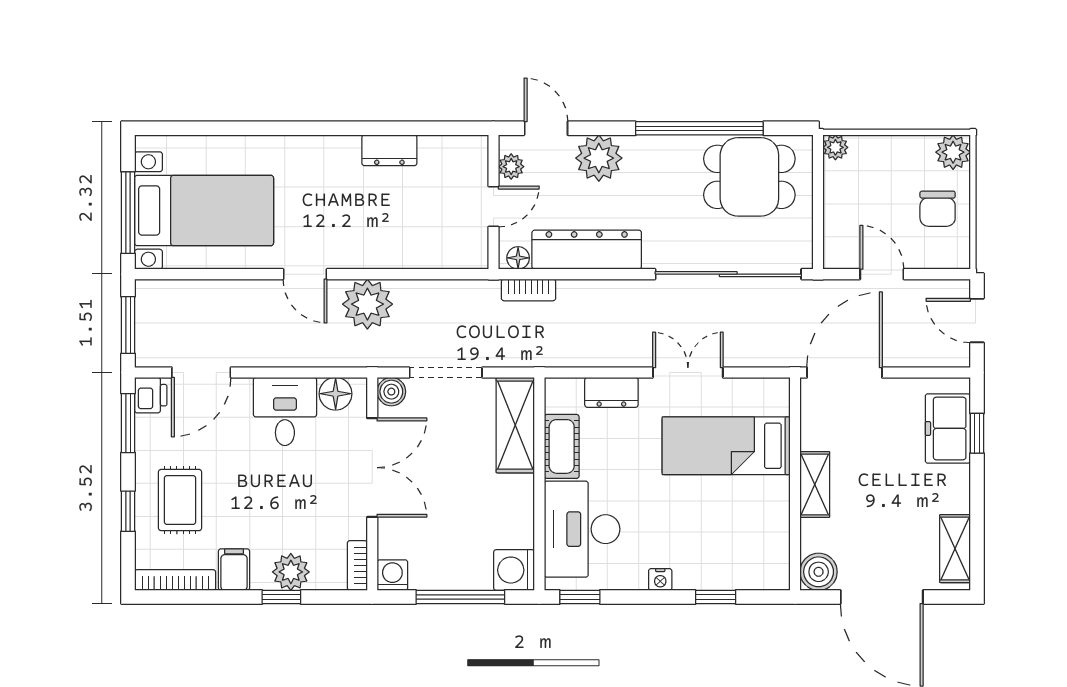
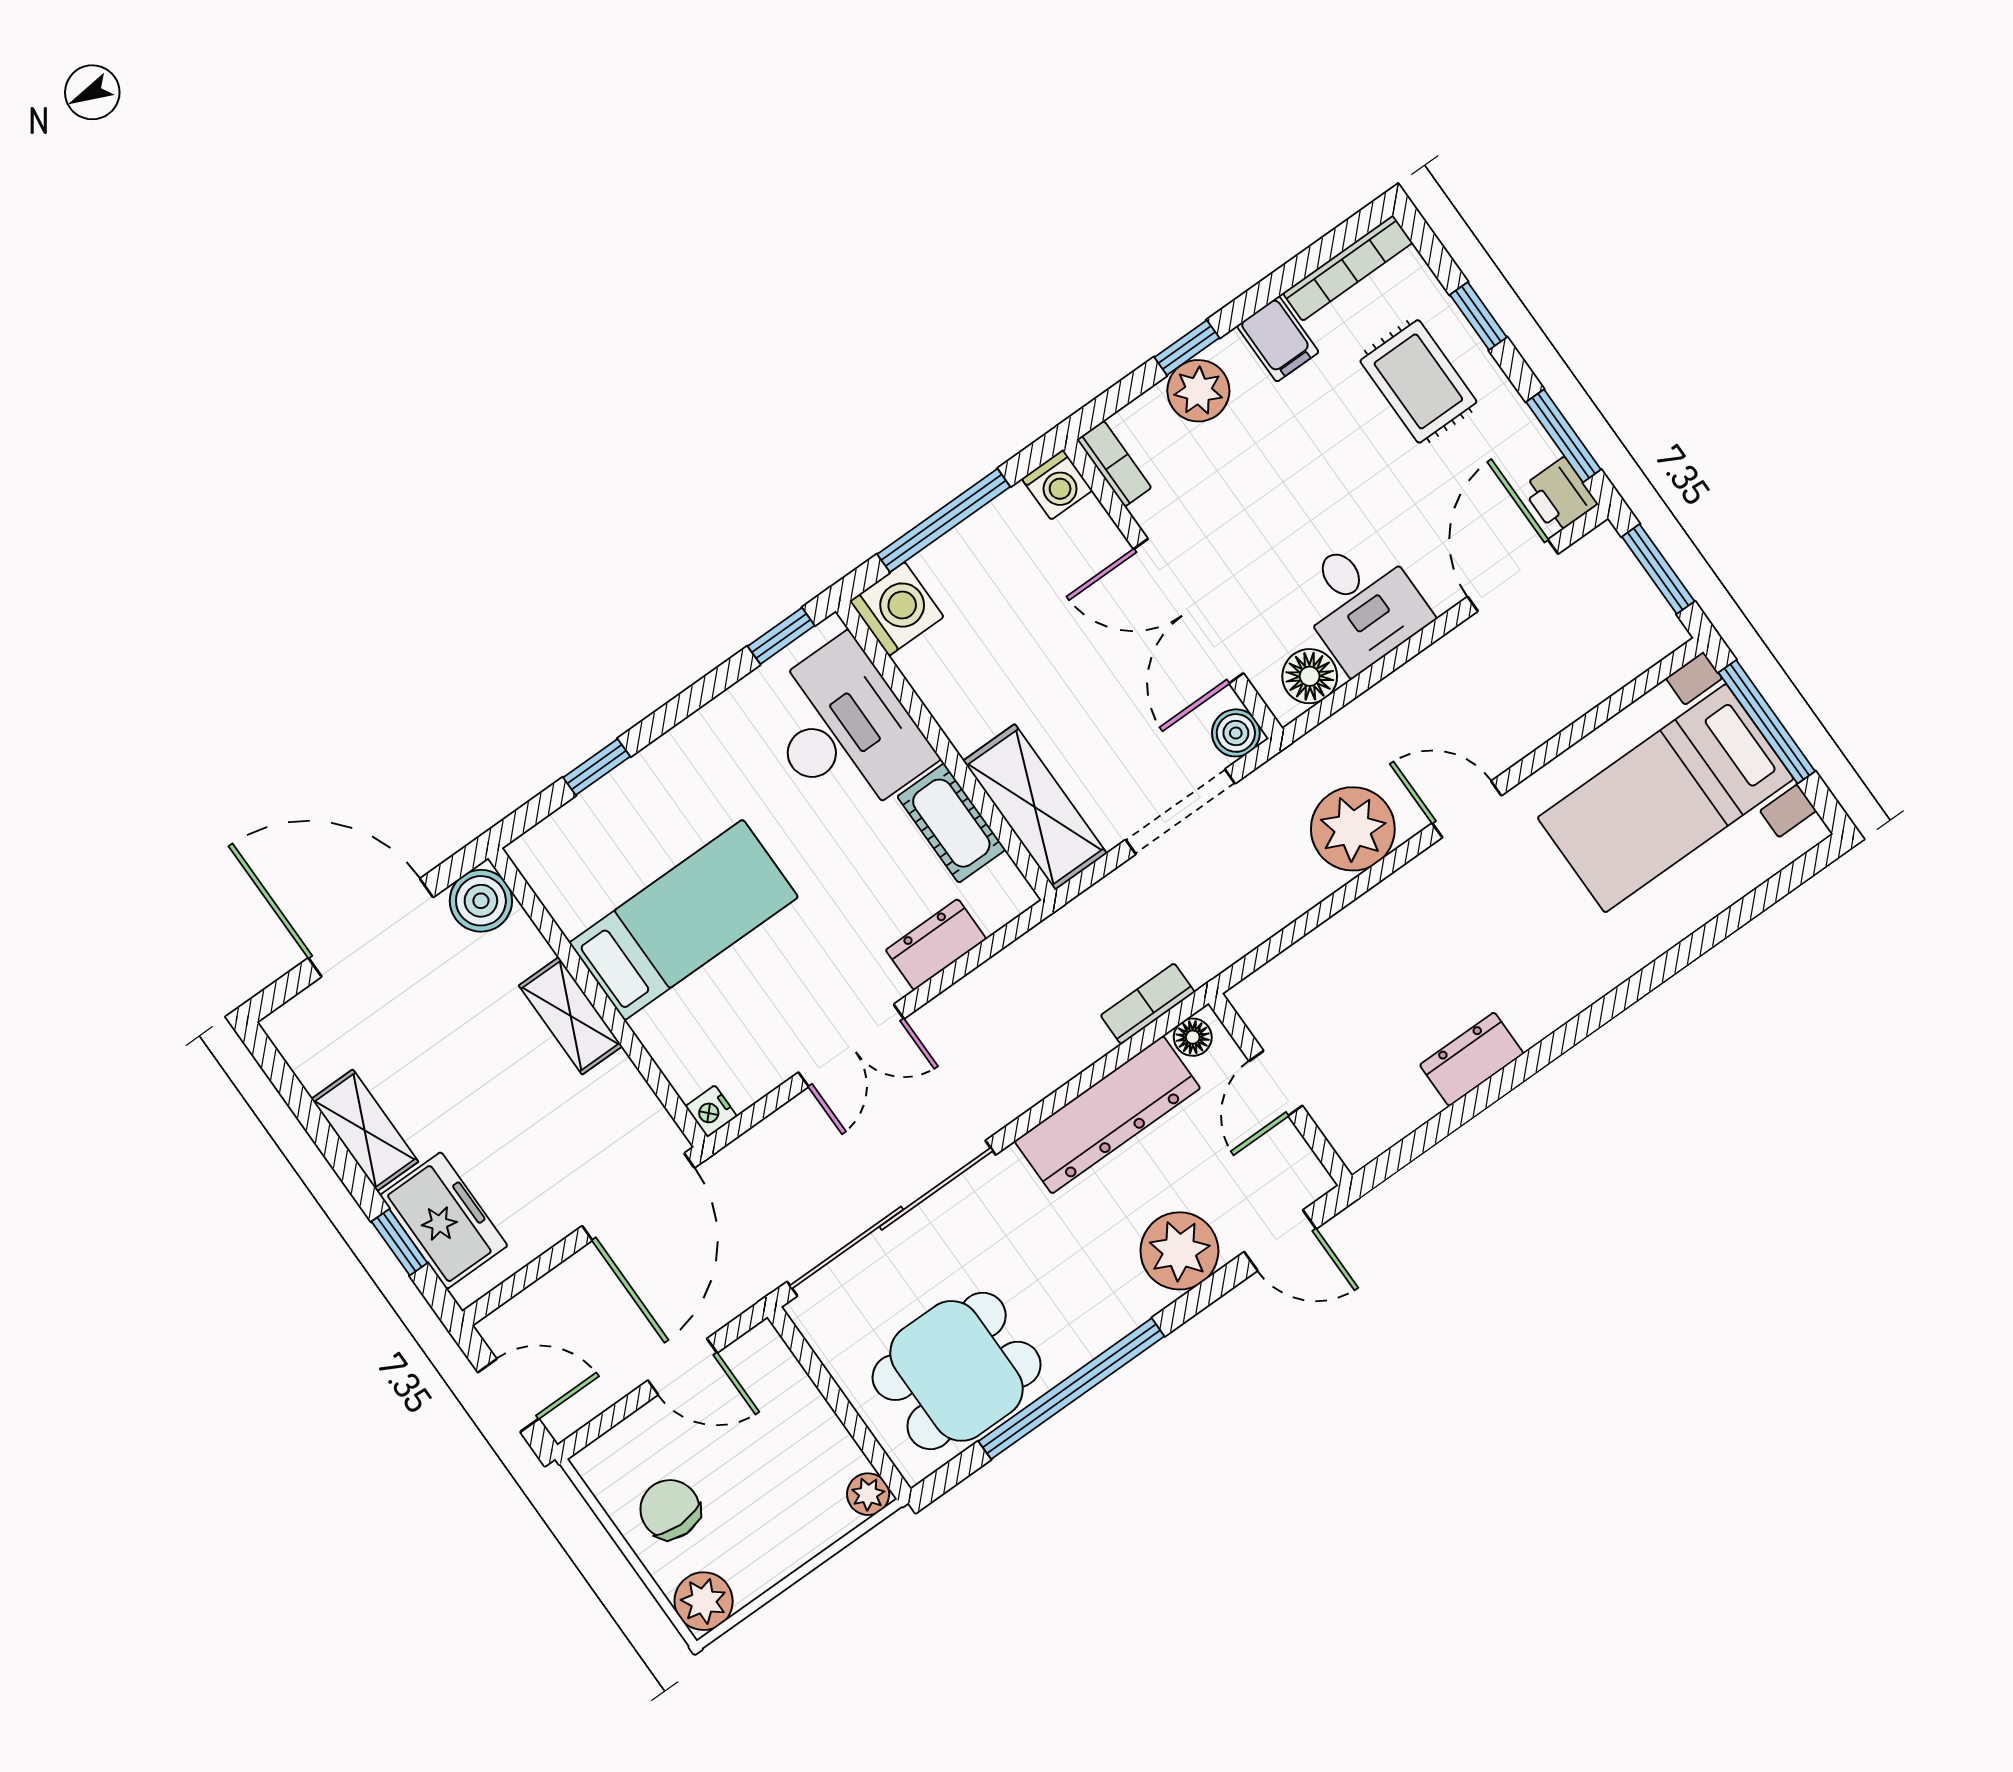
plant: (511, 167) -> (1290, 1155), removed
bed: (726, 446) -> (684, 920), moved
shelving: (955, 549) -> (365, 1130), moved
nightstand: (660, 579) -> (711, 1111), moved, turned -90

